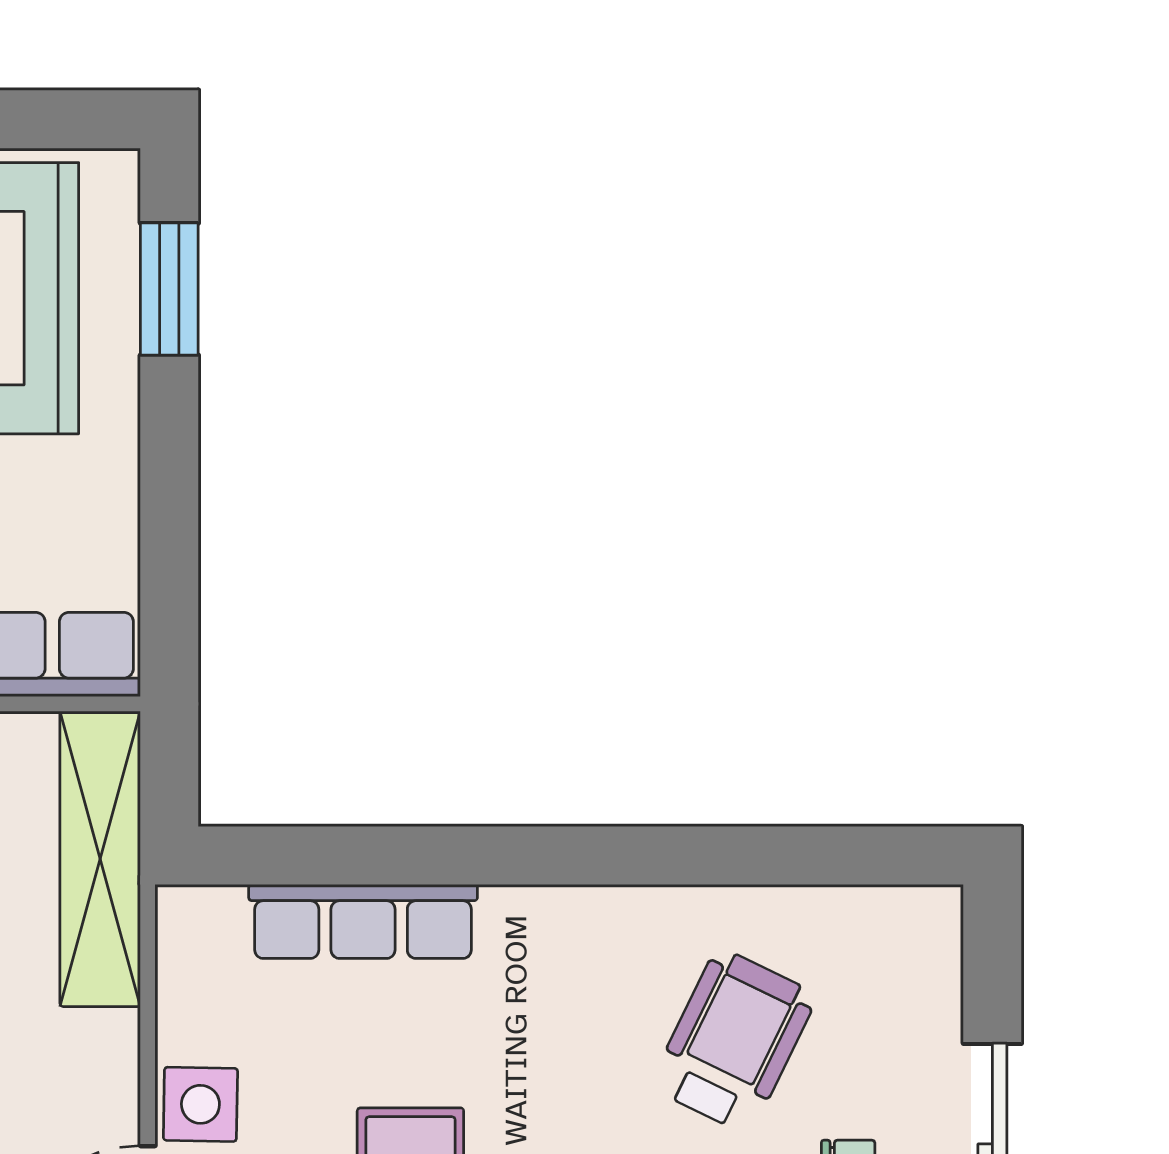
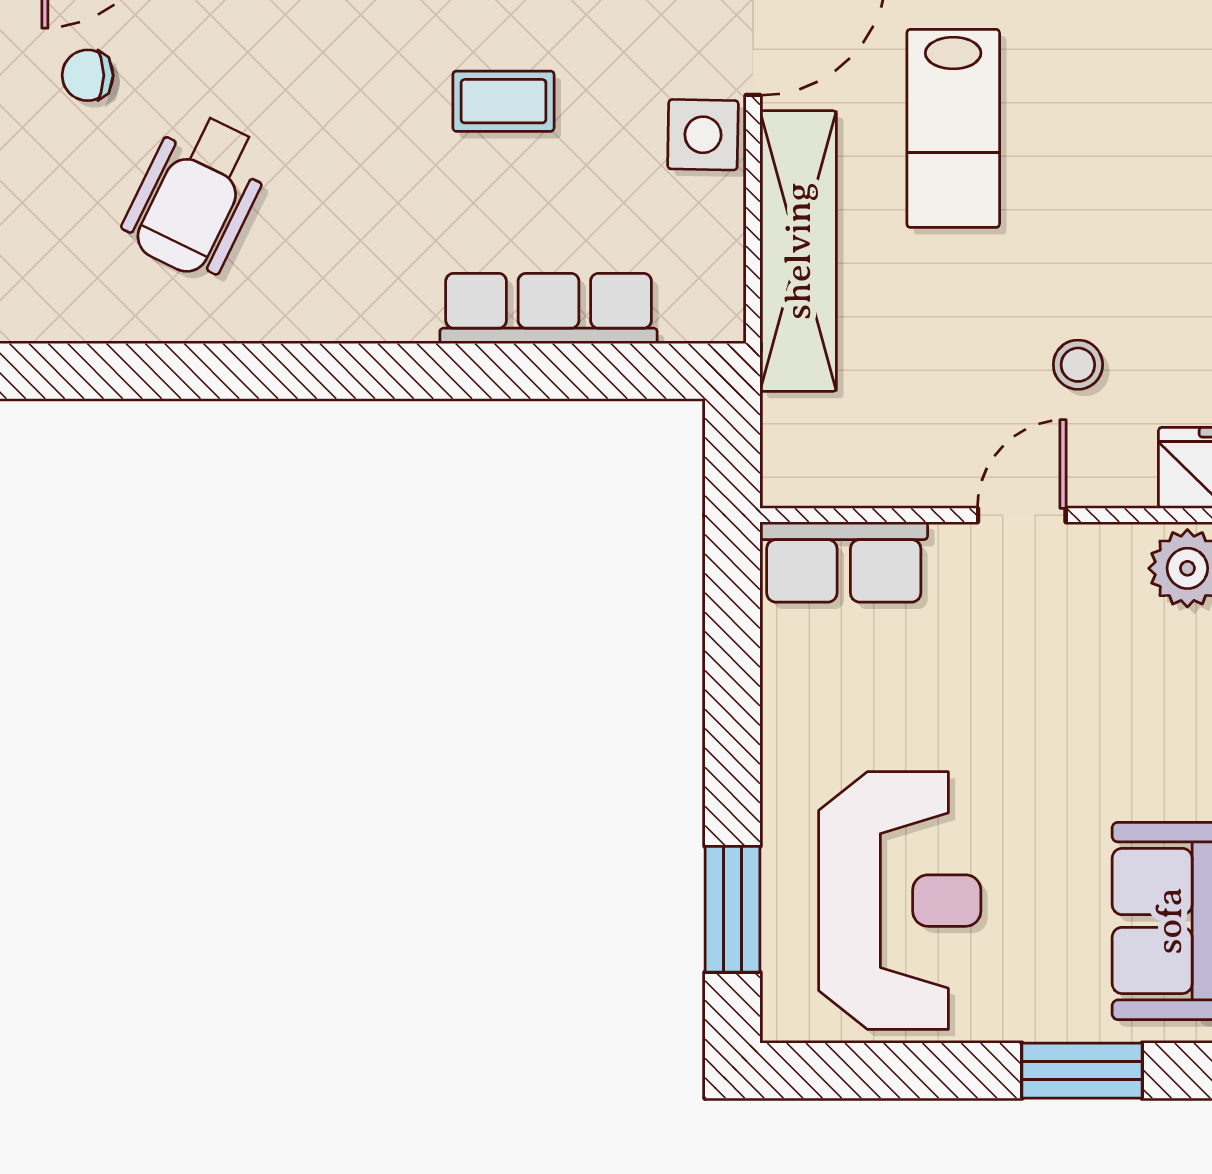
shelving: (100, 859) -> (798, 251), moved

